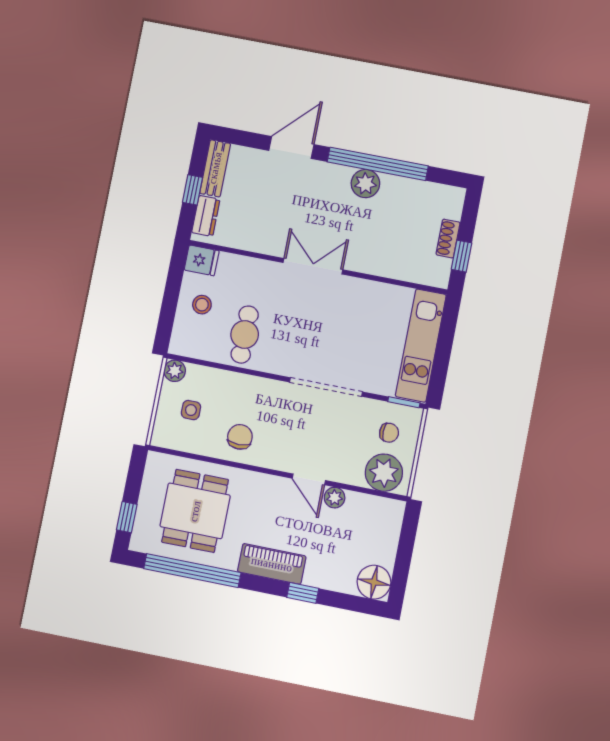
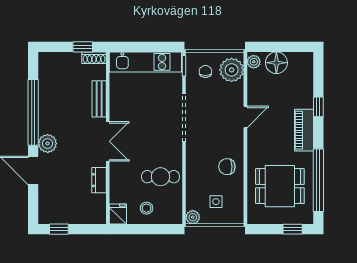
bench: (215, 168) -> (99, 99), moved, turned 90
plant: (365, 184) -> (48, 143), moved
window: (192, 190) -> (59, 229), moved
dresser: (206, 216) -> (99, 180), moved, turned -90
shoe rack: (448, 239) -> (94, 58), moved
double door: (313, 266) -> (108, 141), swing flipped
plant: (335, 498) -> (254, 62), moved
floor lamp: (374, 582) -> (276, 63), moved

